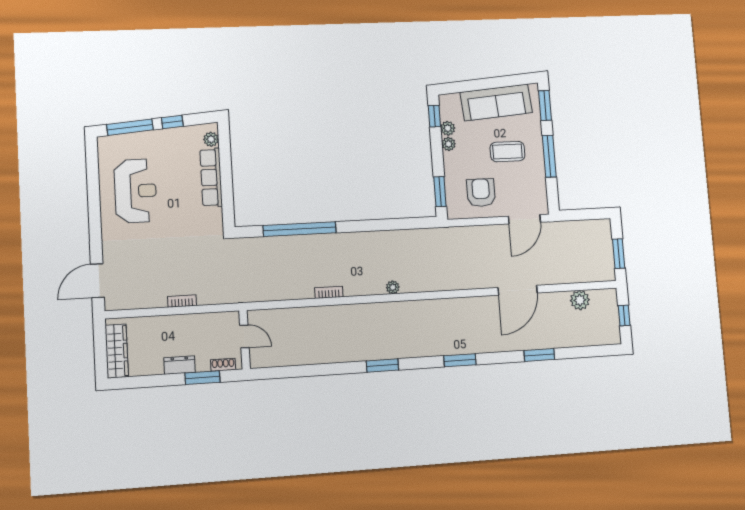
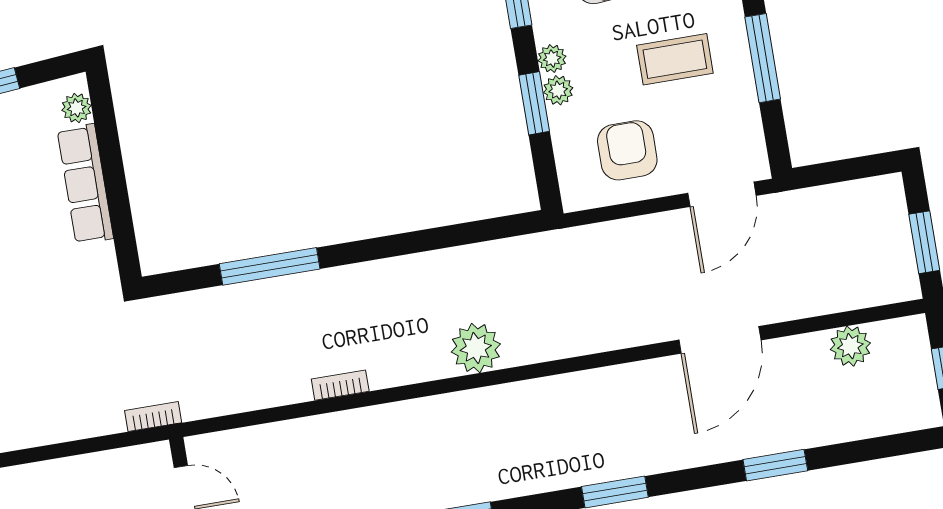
plant: (448, 128) -> (558, 90), moved
window: (440, 192) -> (534, 103), moved
window: (300, 229) -> (270, 266), width x0.68
plant: (393, 287) -> (476, 348), width x1.88, depth x1.88
bookcase: (182, 301) -> (153, 417), moved

